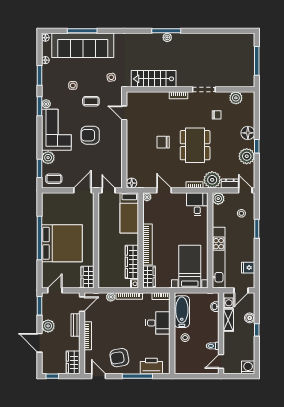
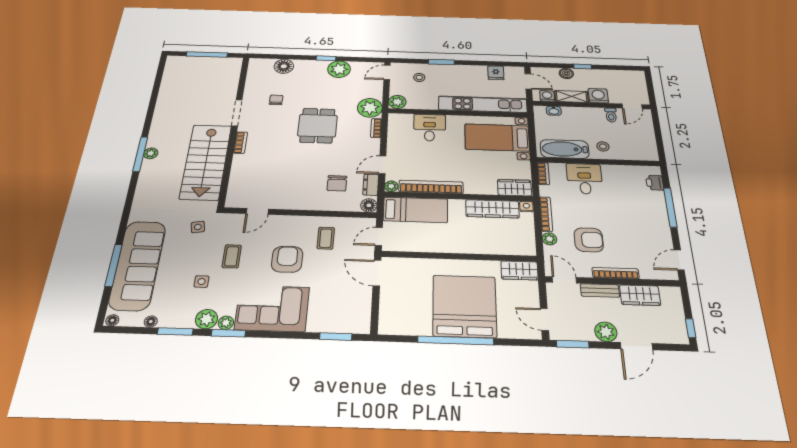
stairs: (154, 79) -> (206, 162), width x1.36, depth x1.51
plant: (236, 98) -> (255, 78), removed
floor lamp: (248, 133) -> (284, 66), moved
armchair: (90, 135) -> (287, 259), turned 180
chair: (163, 142) -> (337, 183), moved
dining table: (195, 145) -> (317, 126), width x0.73
plant: (48, 158) -> (206, 319), moved
coffee table: (54, 179) -> (326, 238), moved
dresser: (230, 184) -> (371, 185), moved
desk: (197, 204) -> (430, 128), moved, turned 90
bookcase: (147, 244) -> (431, 187), moved
armchair: (119, 358) -> (589, 240), moved, turned -80
door: (221, 361) -> (632, 106), hinge flipped
wardrobe: (73, 362) -> (640, 295), moved
printer: (151, 366) -> (655, 183), width x0.53, depth x0.68
washing machine: (248, 367) -> (598, 96), moved, turned 90

